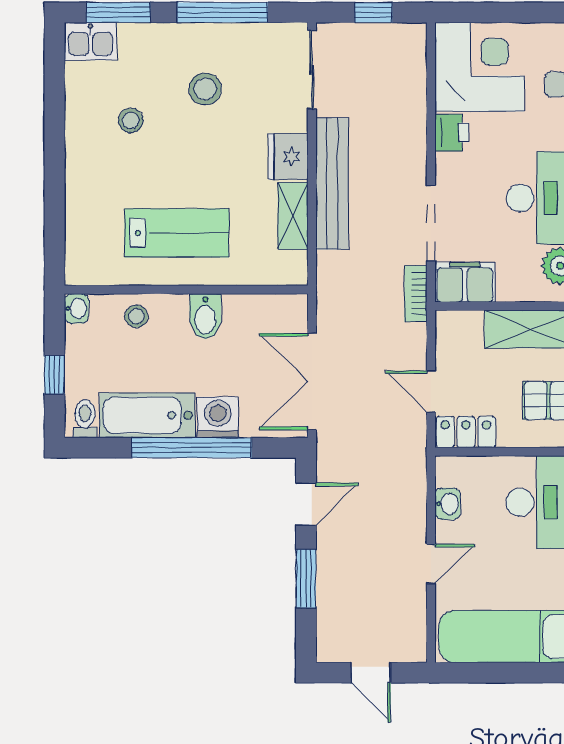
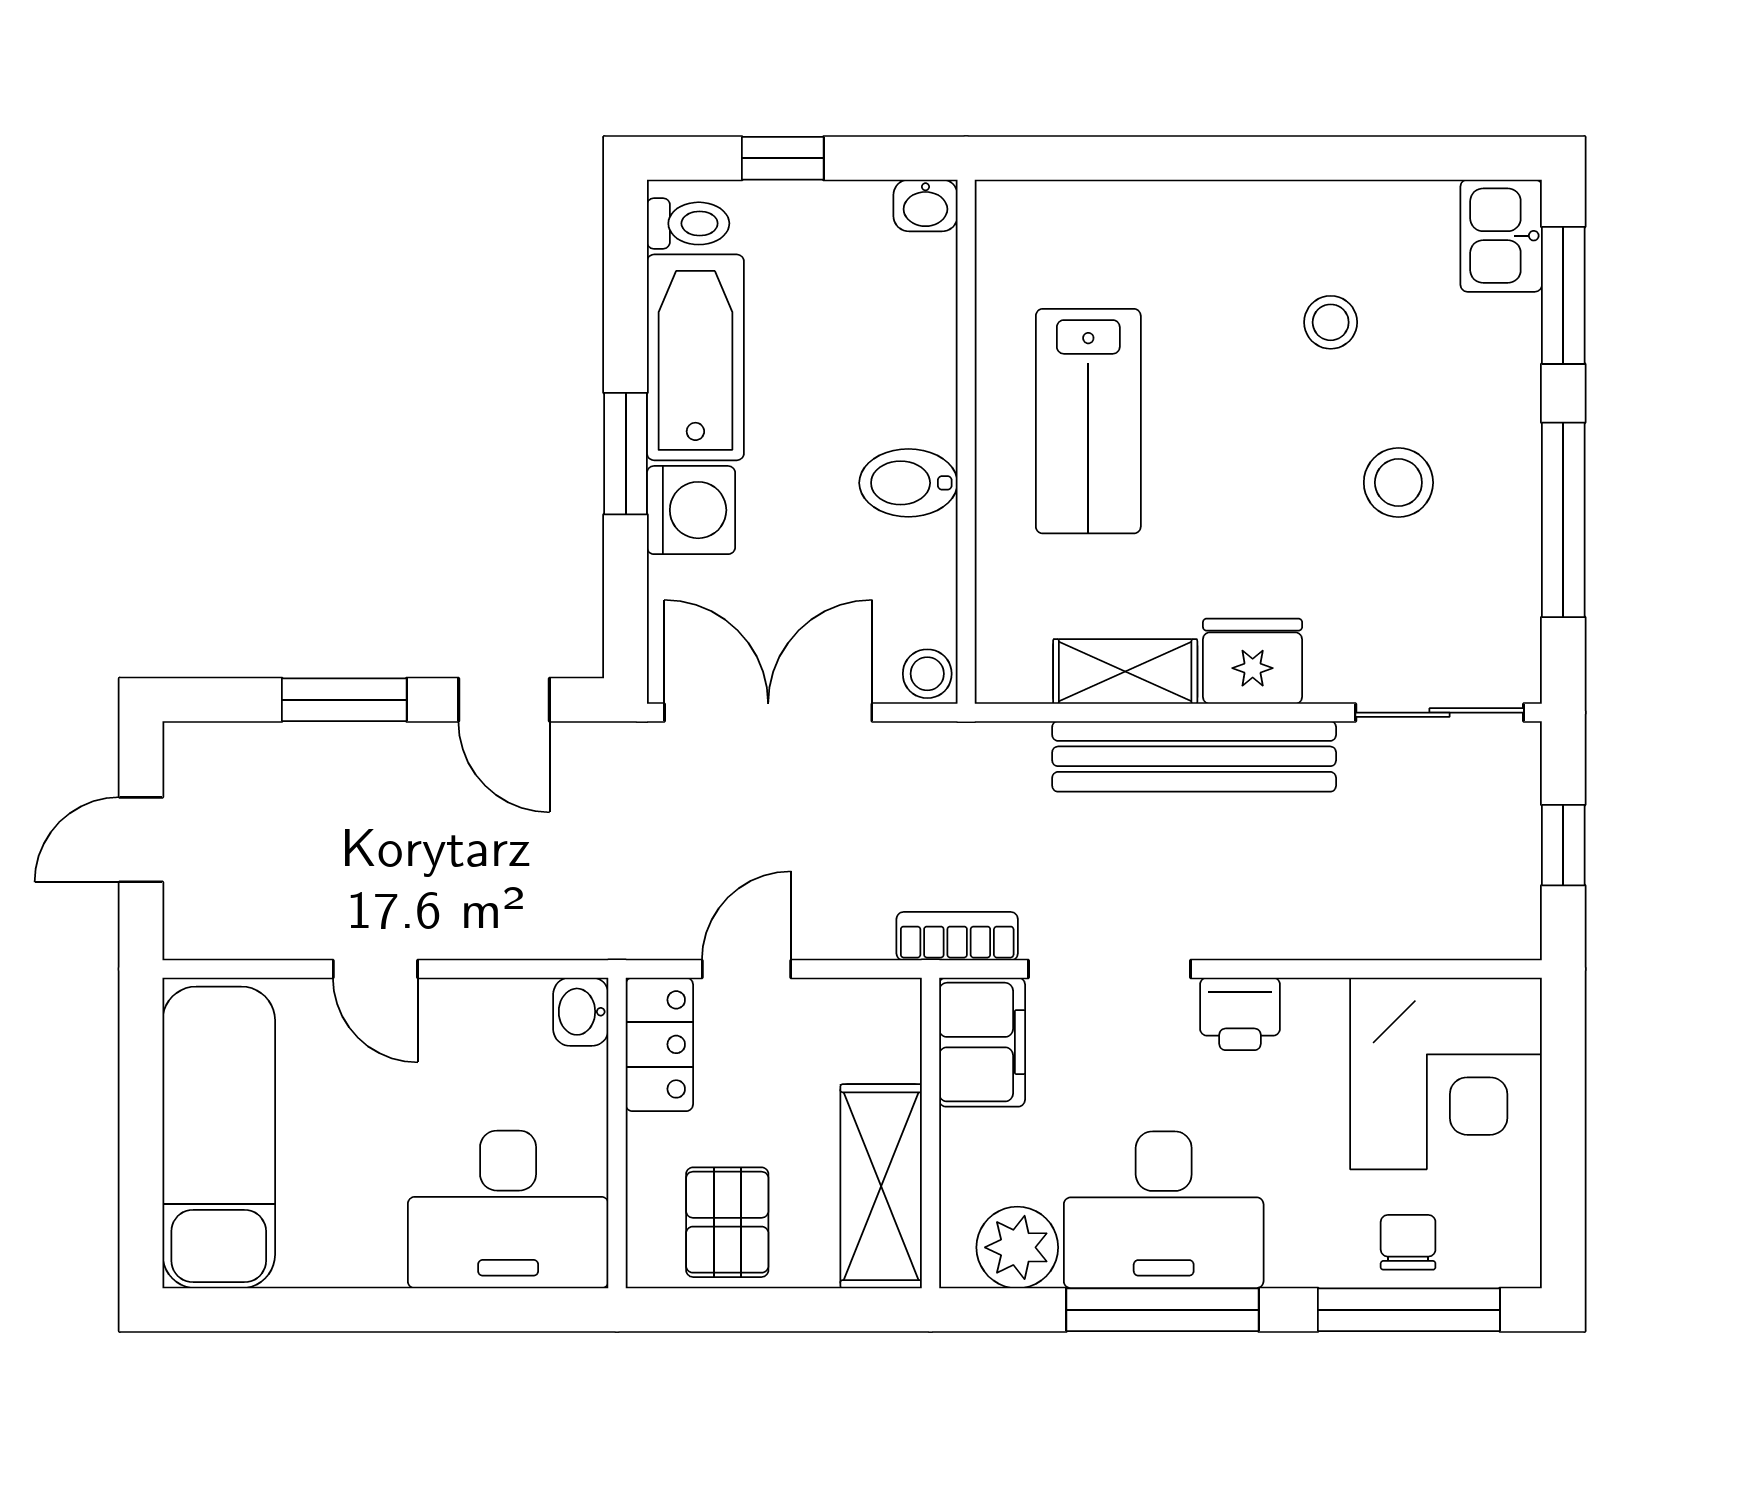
printer: (452, 133) -> (1240, 1014), moved
stool: (136, 316) -> (927, 674), moved
window: (192, 448) -> (626, 454), width x0.47
washbasin: (448, 504) -> (581, 1012), moved, turned 90

